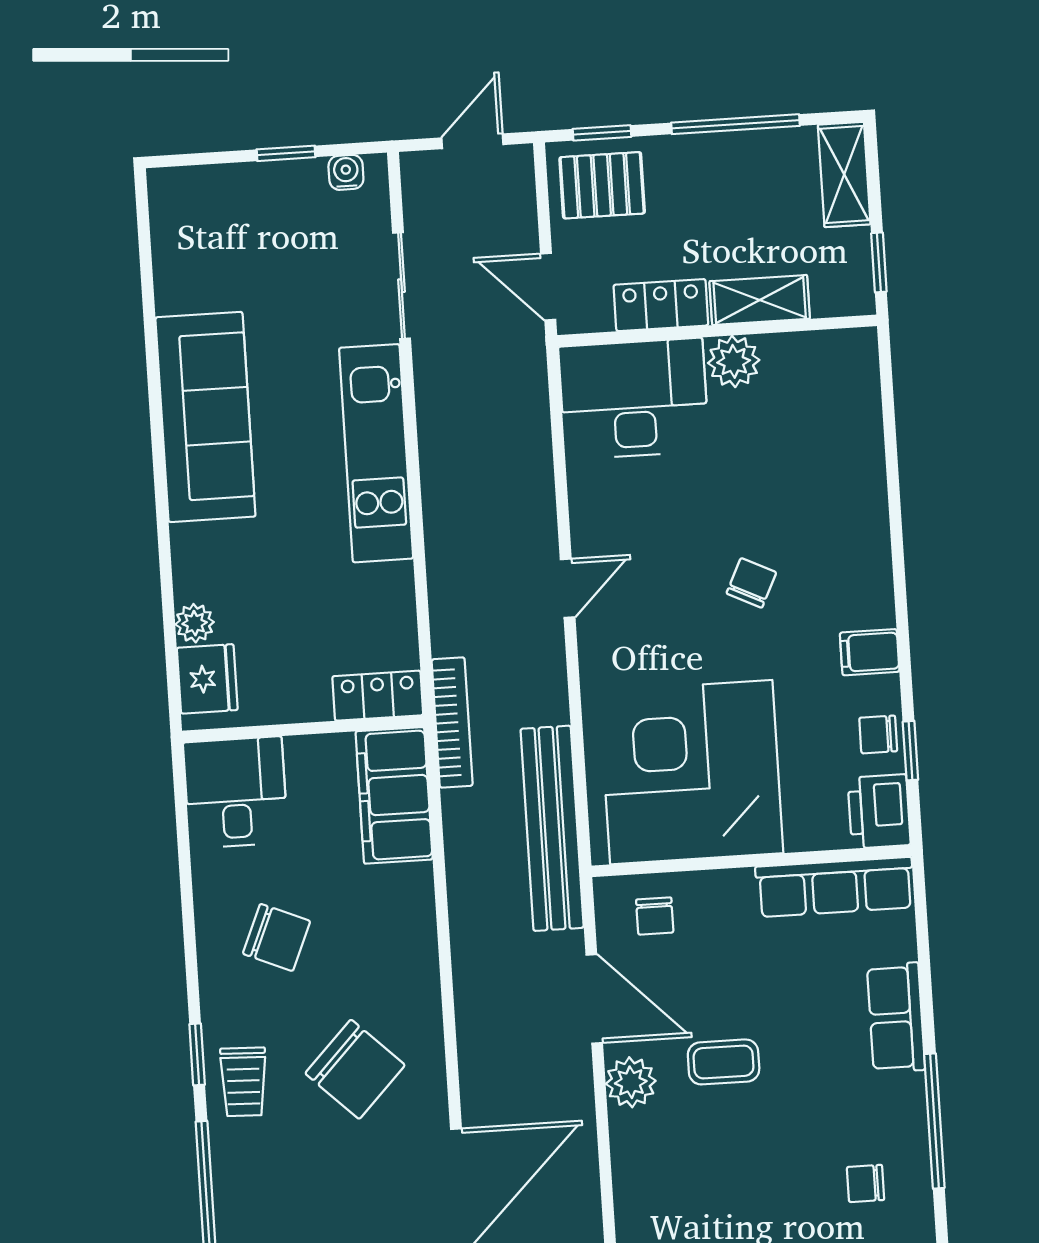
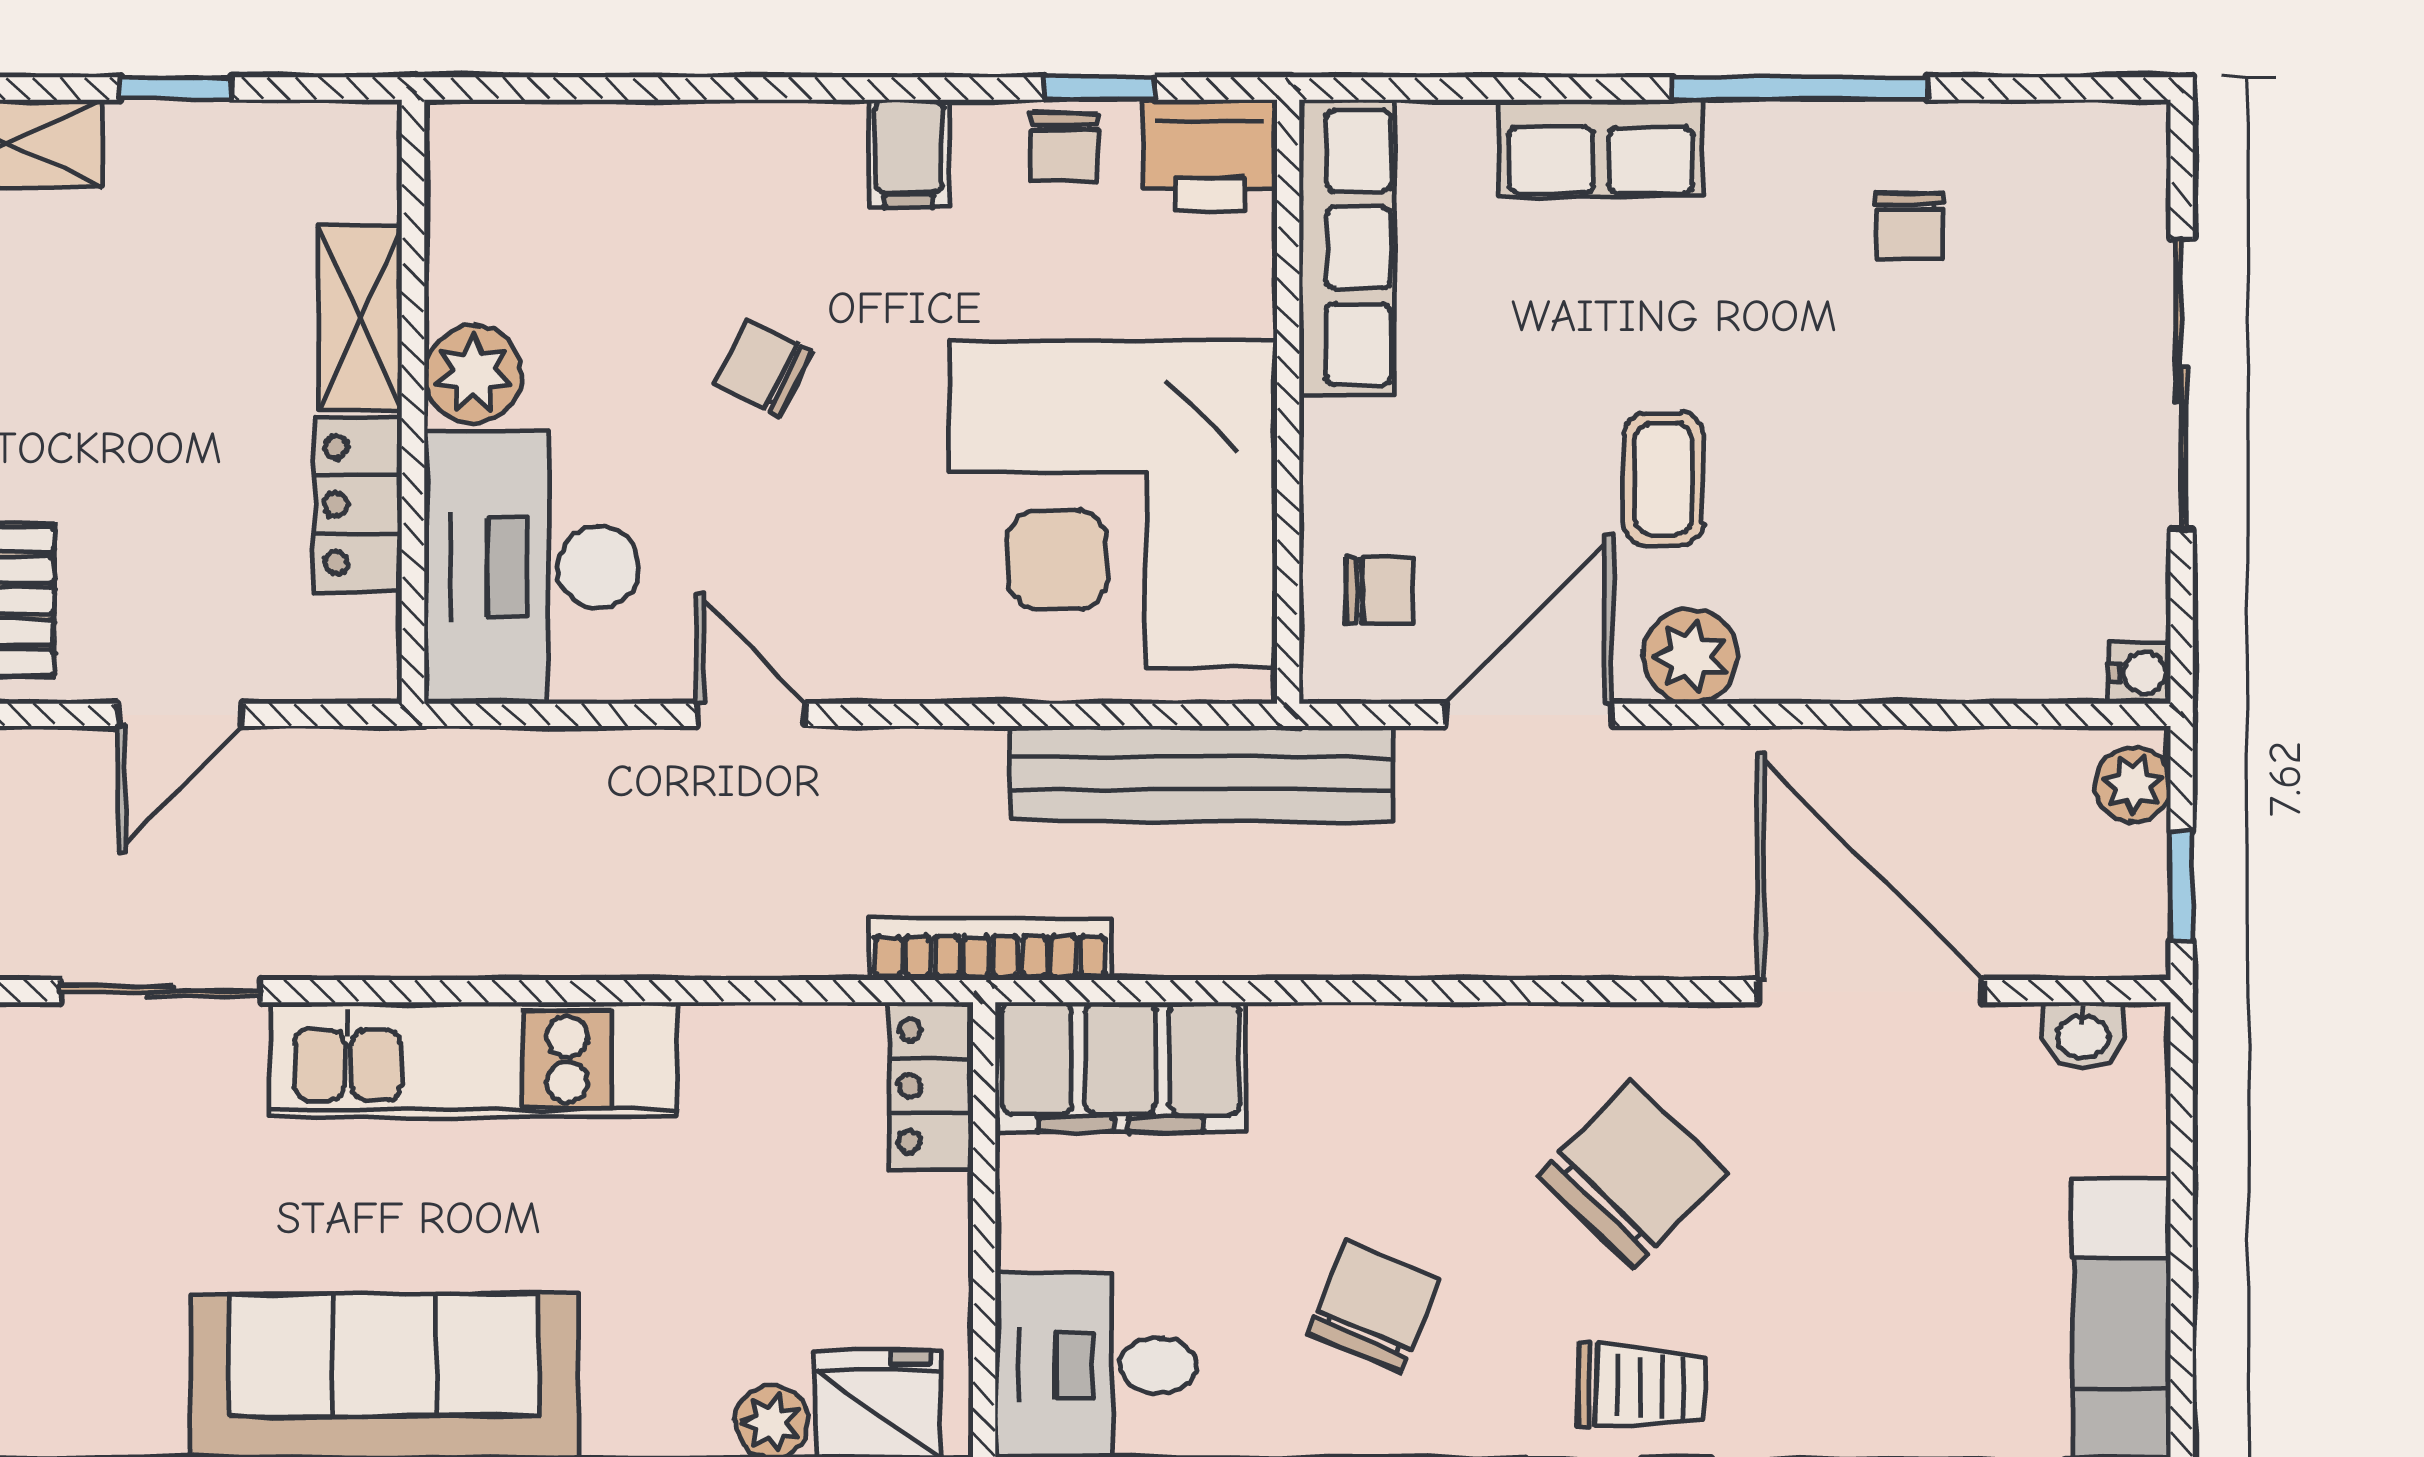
shelving: (760, 300) -> (360, 318), moved
locker: (661, 305) -> (358, 505), moved
wall: (717, 331) -> (413, 402), moved
plant: (734, 361) -> (473, 374), moved
desk: (634, 399) -> (531, 567), moved

